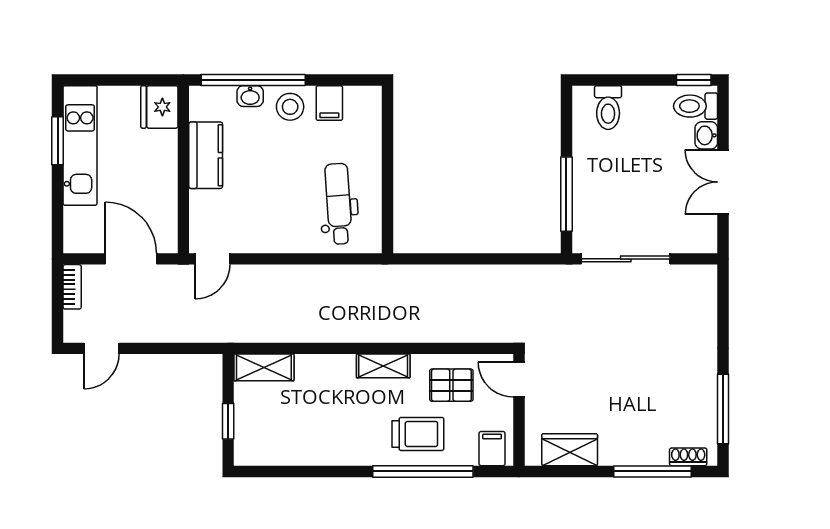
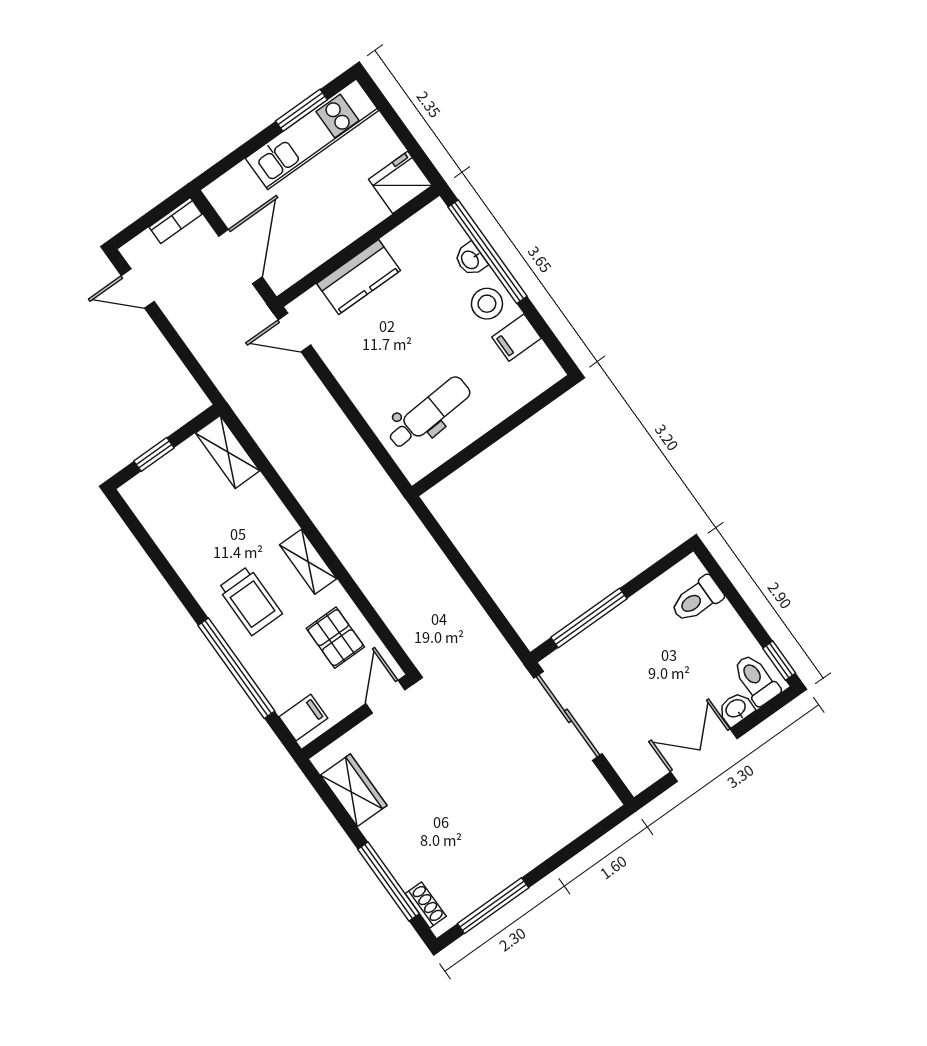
kitchen counter: (206, 155) -> (359, 277), moved
trolley: (418, 434) -> (250, 601), moved

